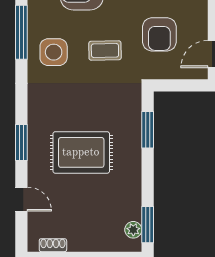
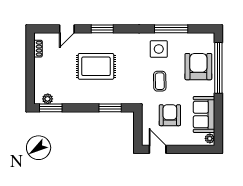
armchair: (159, 34) -> (170, 115), turned 90
rug: (81, 152) -> (96, 66), turned 90

